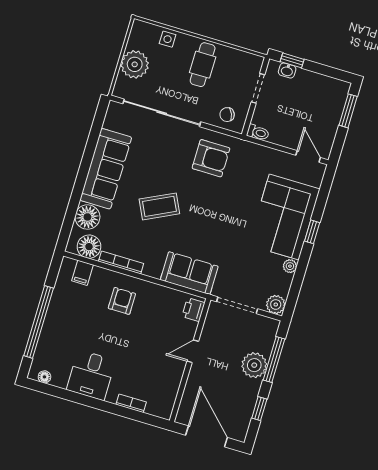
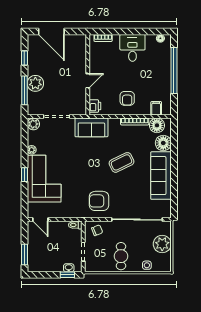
printer: (193, 310) -> (95, 106), moved
door: (193, 351) -> (88, 81), moved
wall: (190, 360) -> (88, 75), moved

